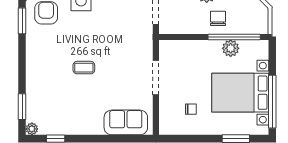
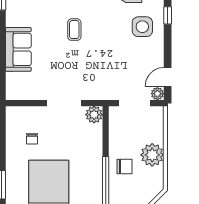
plant: (231, 48) -> (94, 115), moved
sofa: (126, 122) -> (18, 49), moved

